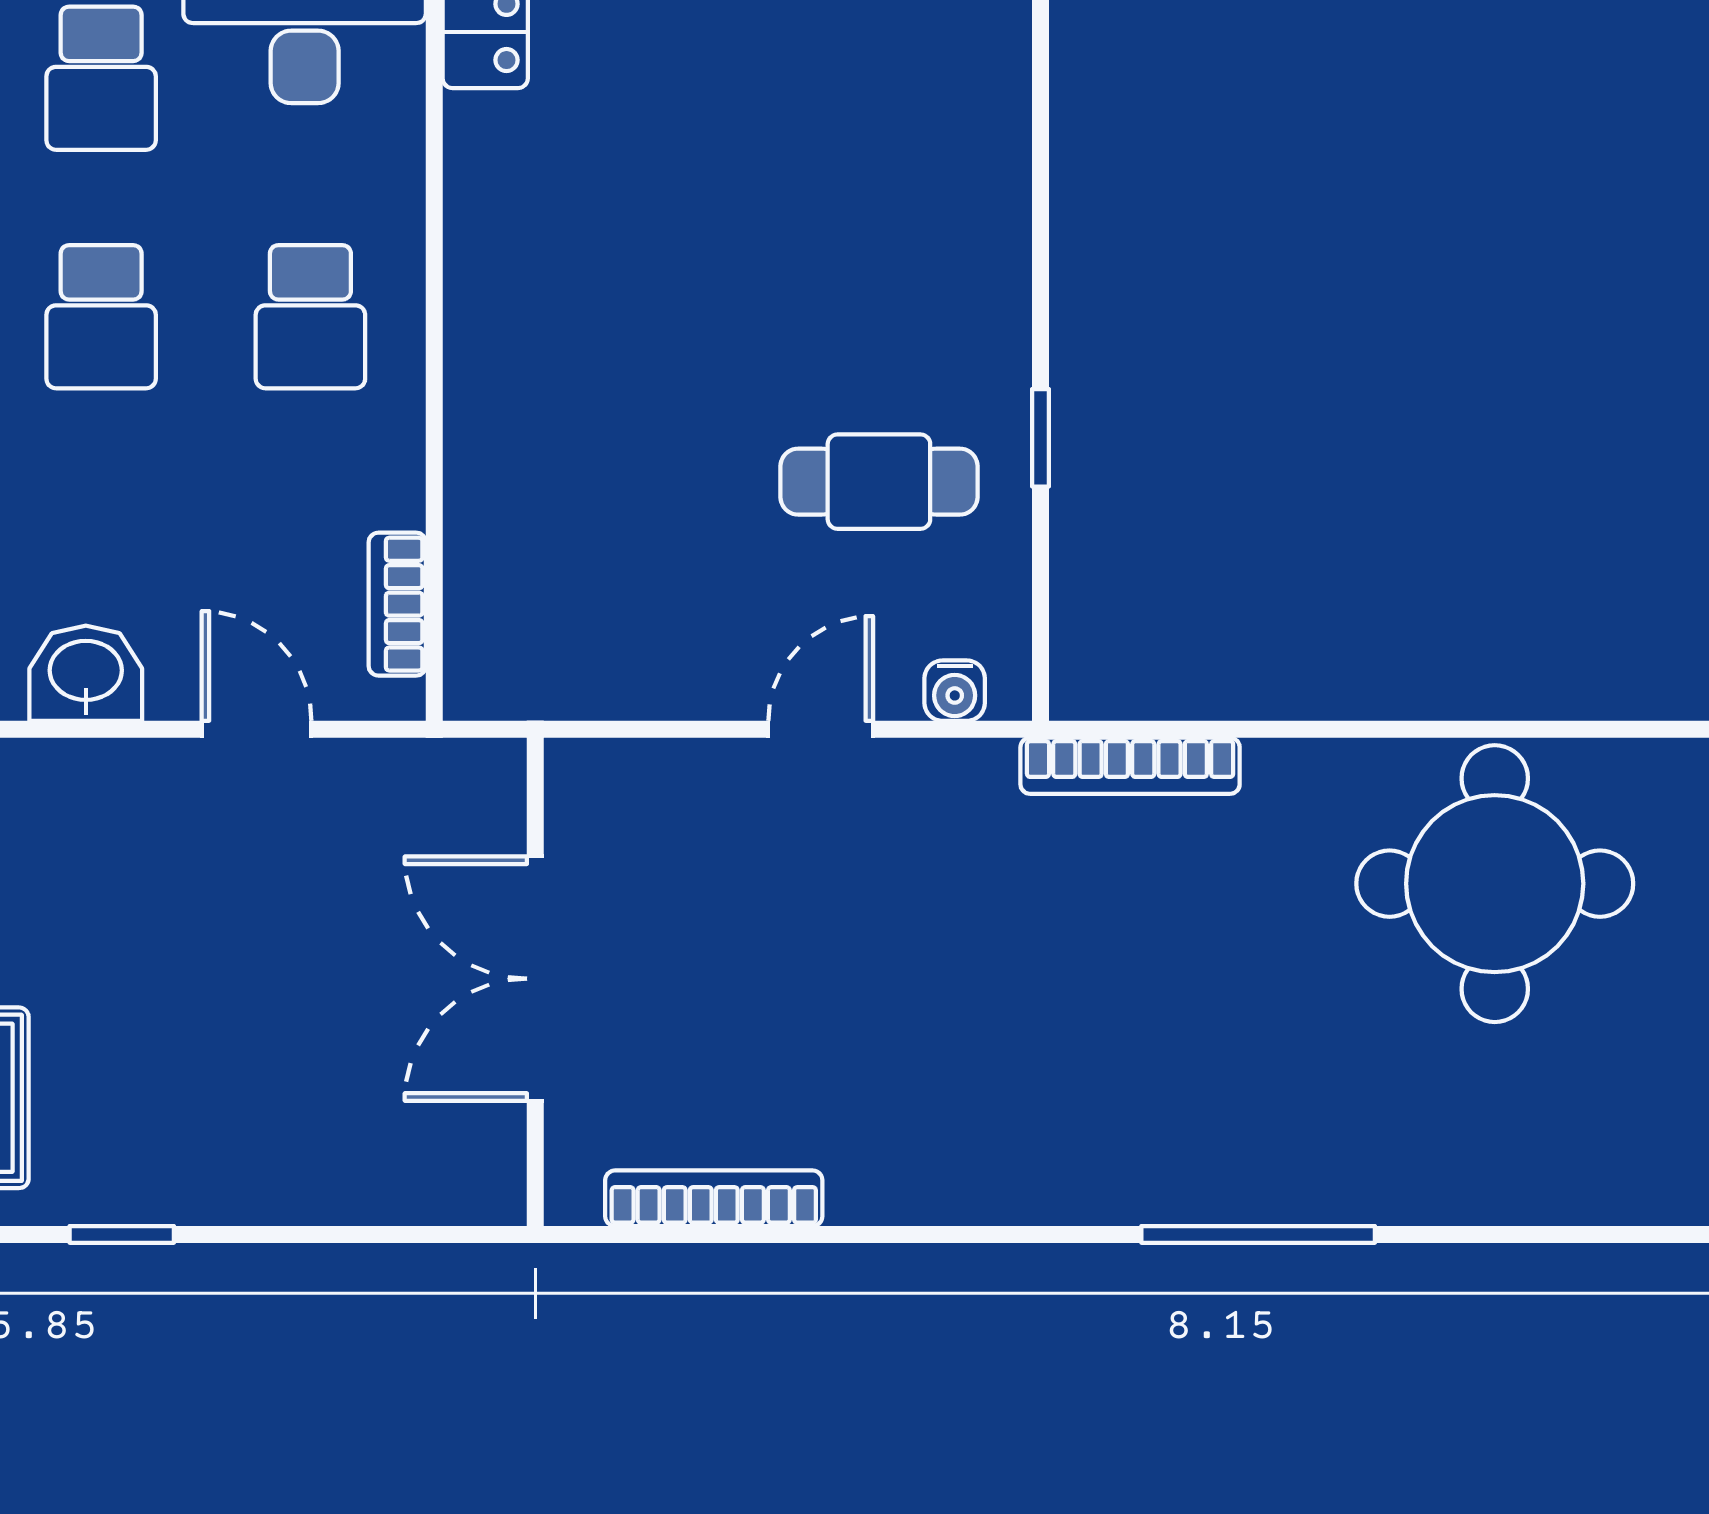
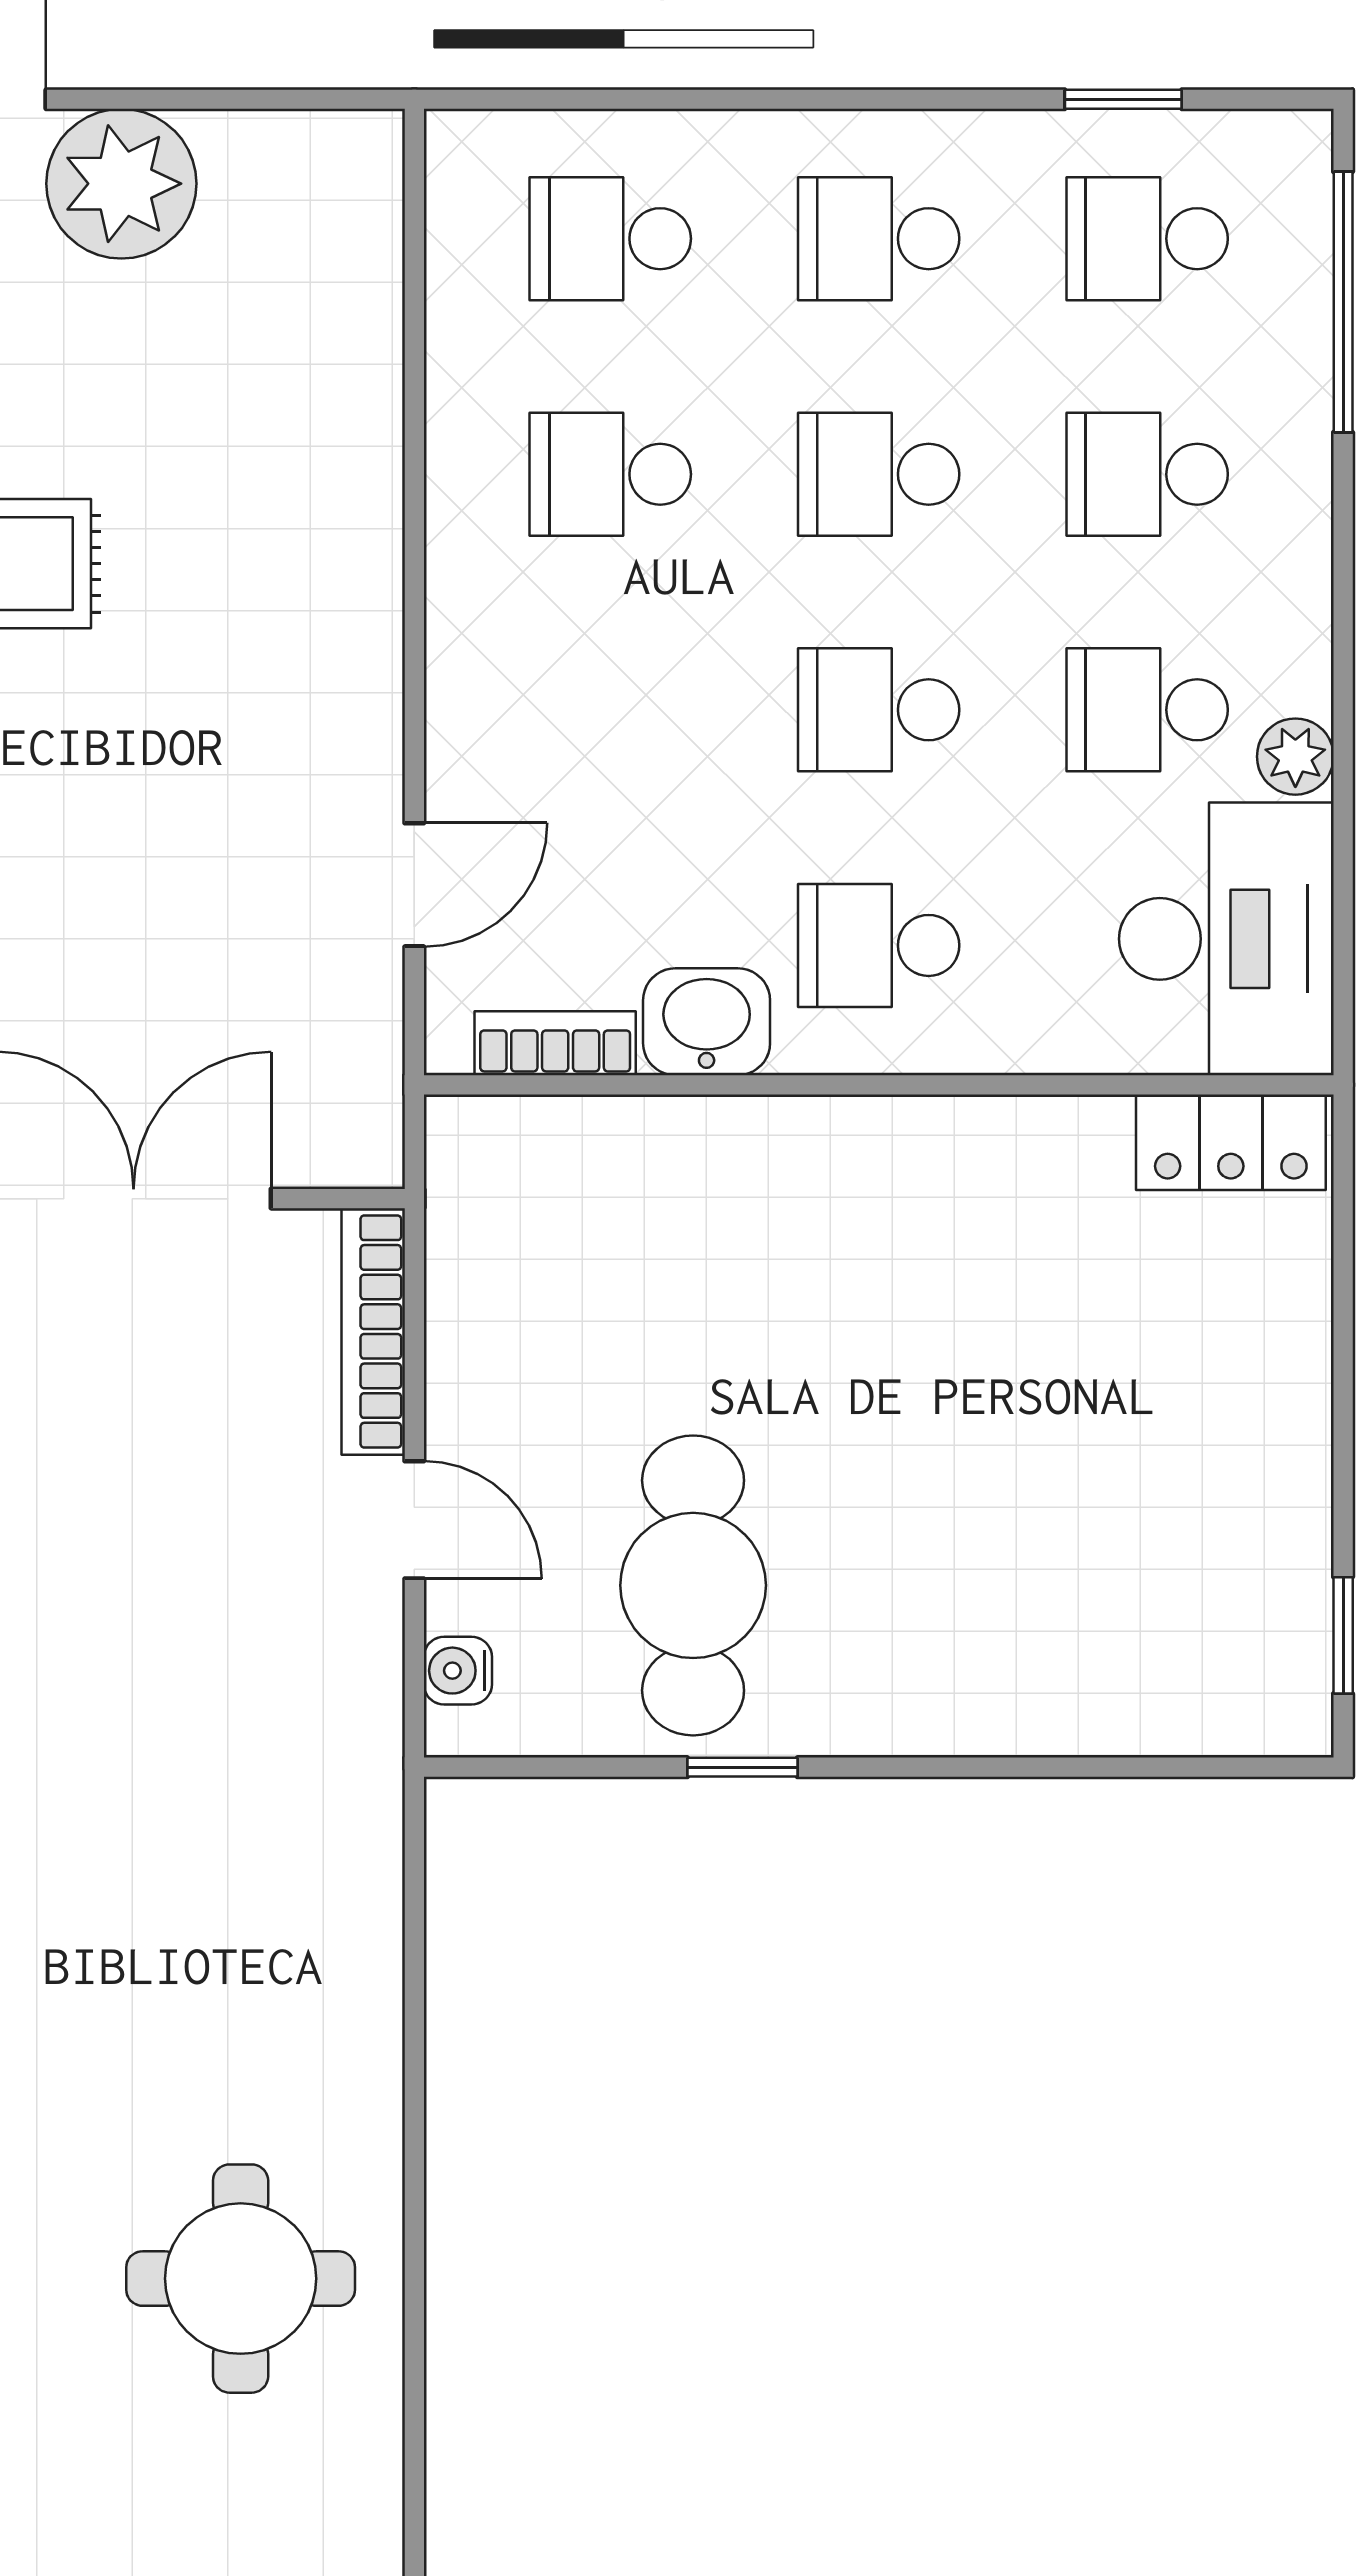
cafe table: (879, 482) -> (693, 1585), width x1.37, depth x1.35
washbasin: (86, 673) -> (707, 1022), moved, turned -90
bookcase: (1130, 766) -> (373, 1331), moved
round table: (1495, 884) -> (241, 2279), width x0.73, depth x0.73

